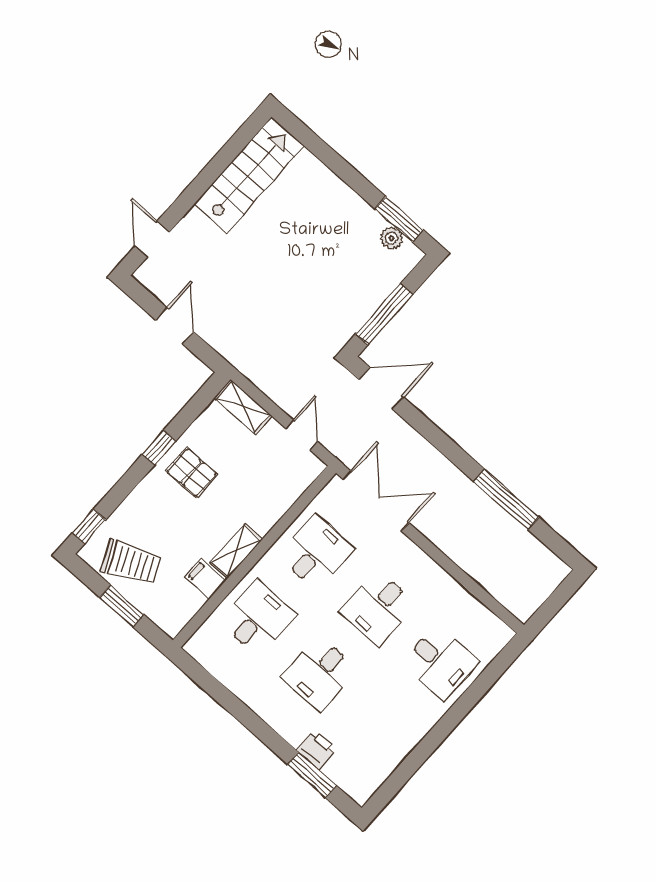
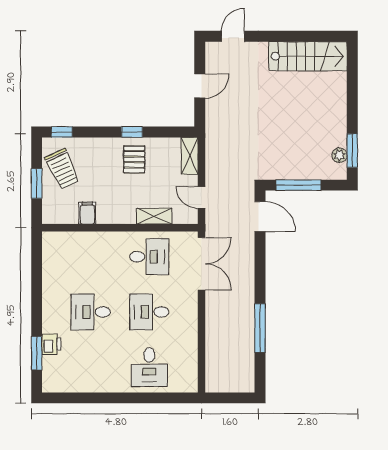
door: (302, 435) -> (202, 198), swing flipped
shelving: (236, 551) -> (154, 216), moved
desk: (258, 618) -> (91, 257), removed

